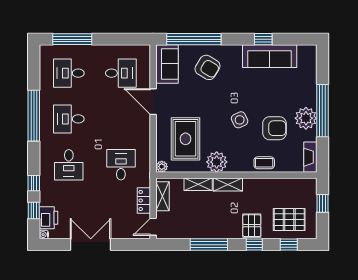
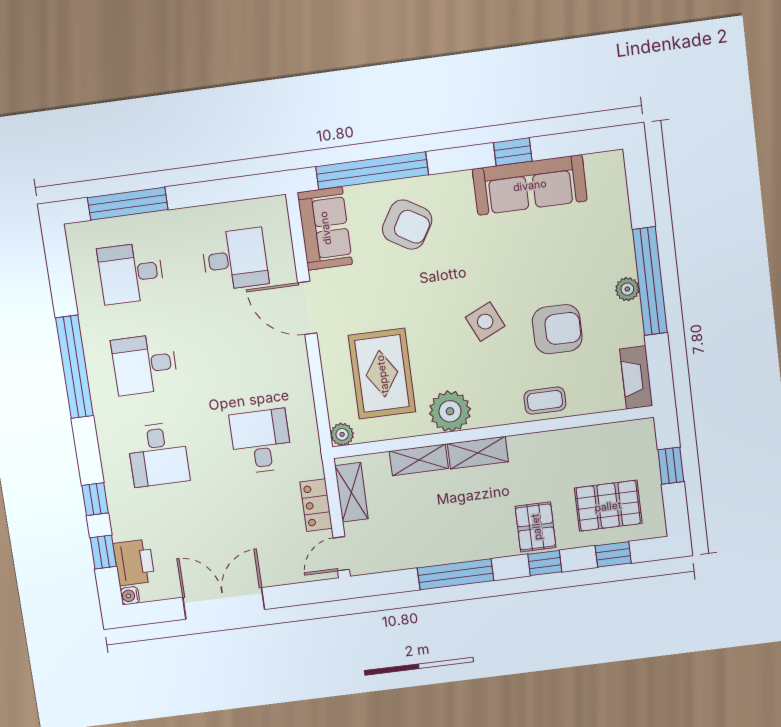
plant: (306, 118) -> (627, 289), width x0.53, depth x0.53

